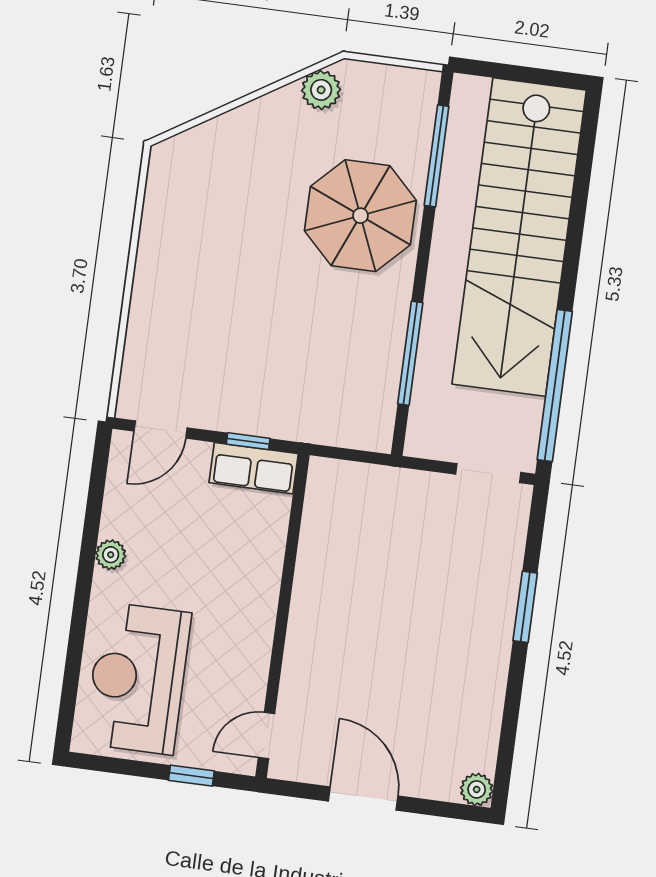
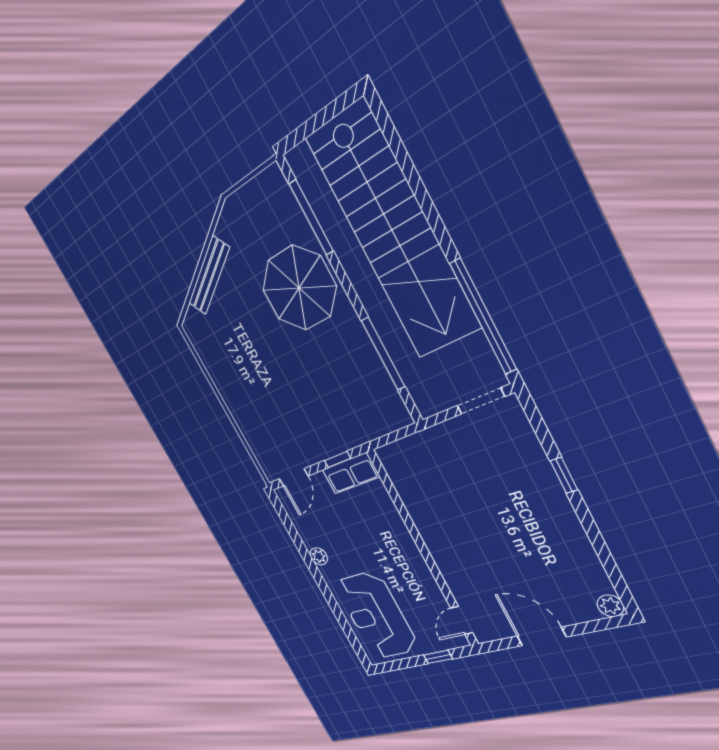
plant: (321, 90) -> (228, 228), removed
bench: (247, 120) -> (209, 276), added
window: (525, 607) -> (564, 475), width x0.67

